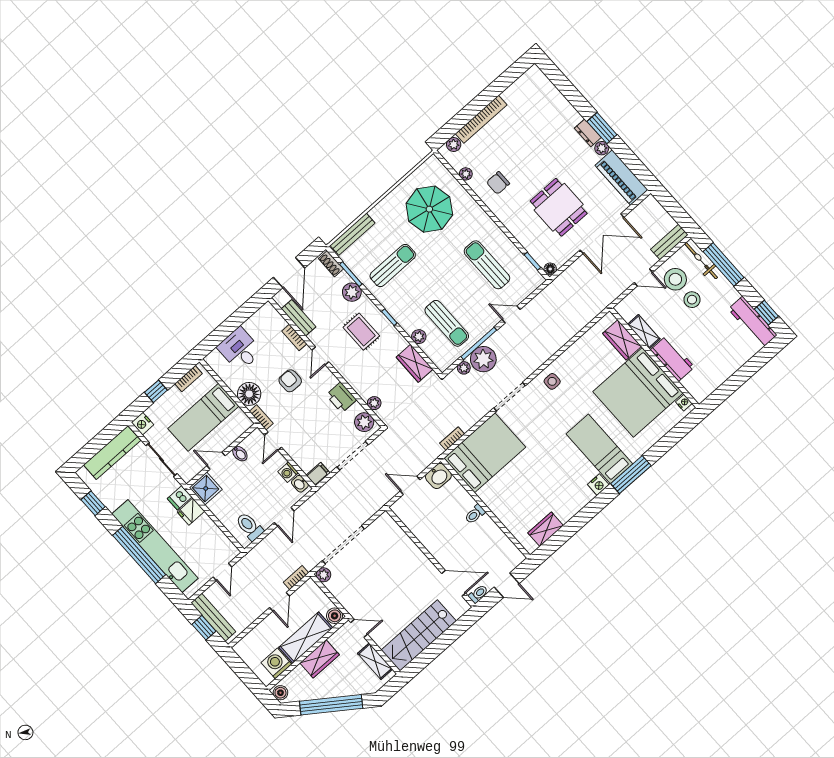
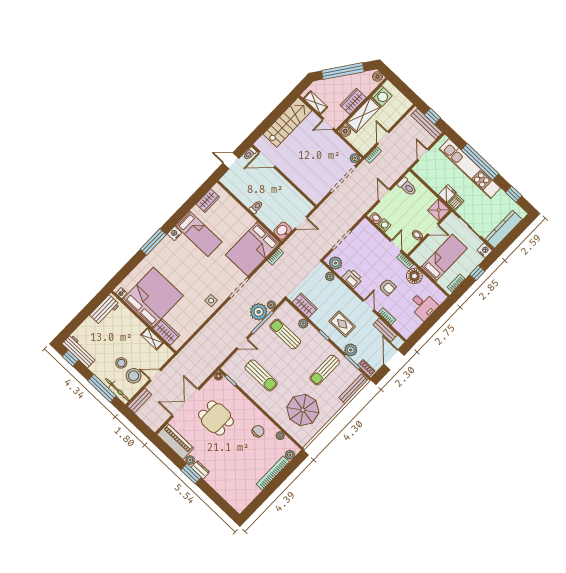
workbench: (672, 358) -> (105, 310), moved, turned -90
bed: (599, 449) -> (199, 234), moved
filing cabinet: (318, 474) -> (364, 226), removed

